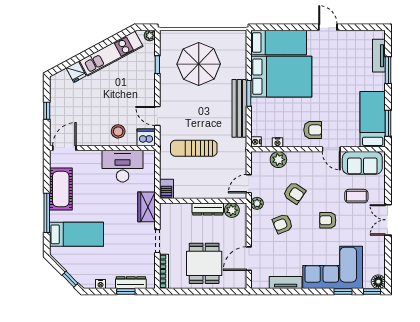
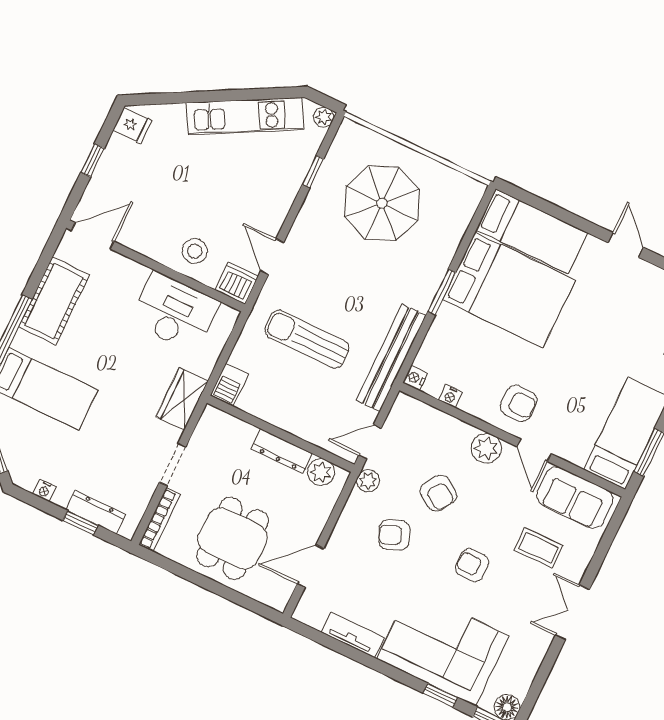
fridge: (76, 72) -> (132, 125), moved, turned -62
bench: (239, 108) -> (391, 358), moved
plant: (278, 160) -> (486, 448), moved

